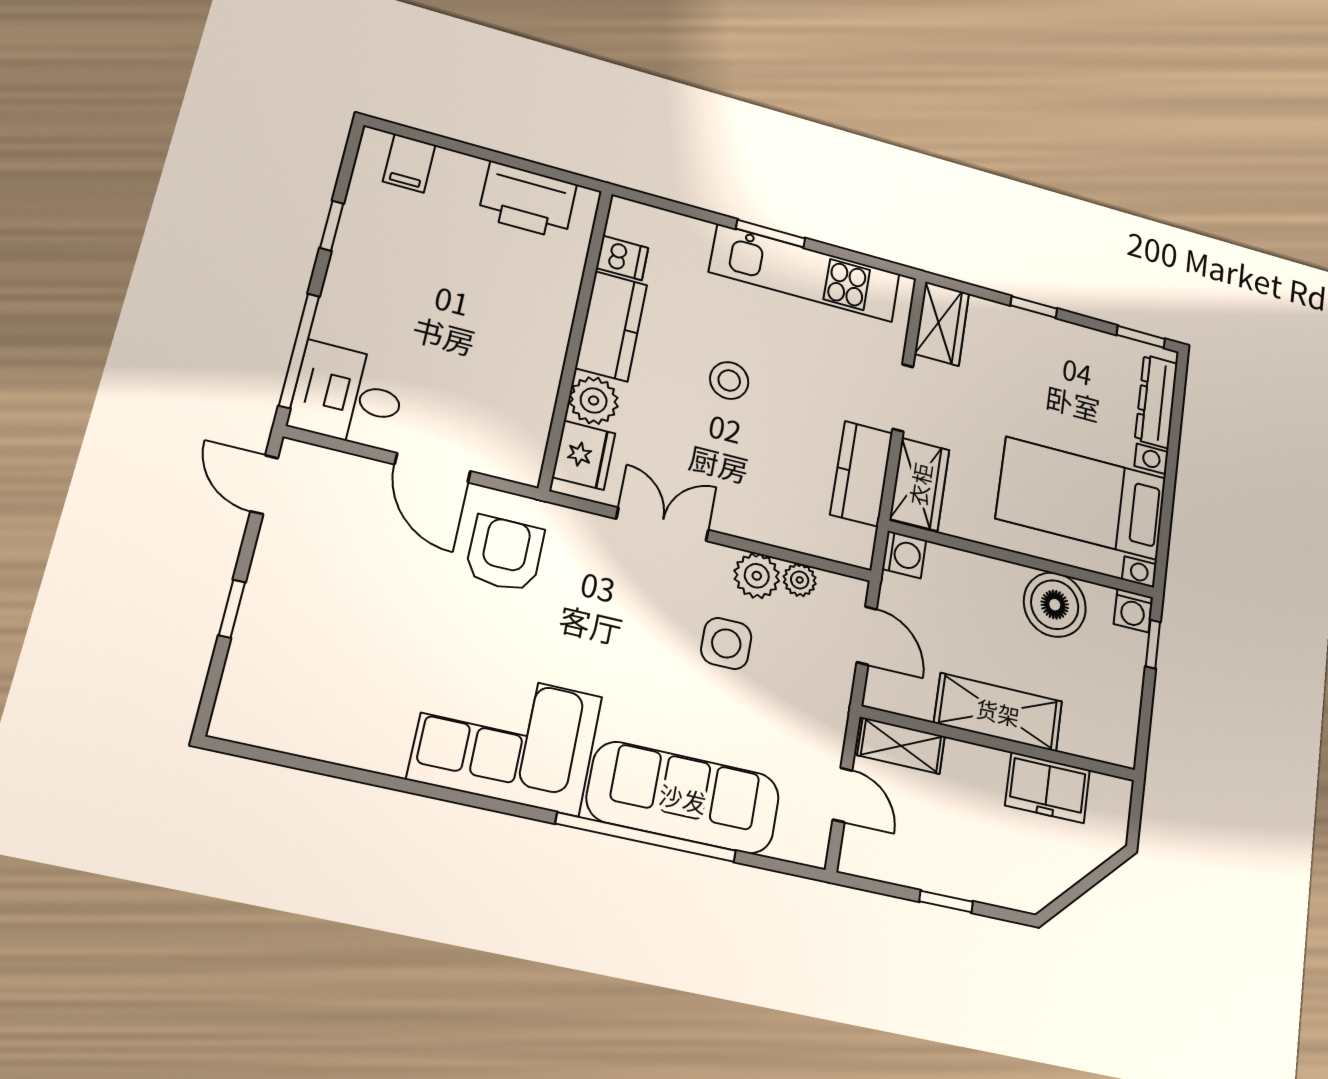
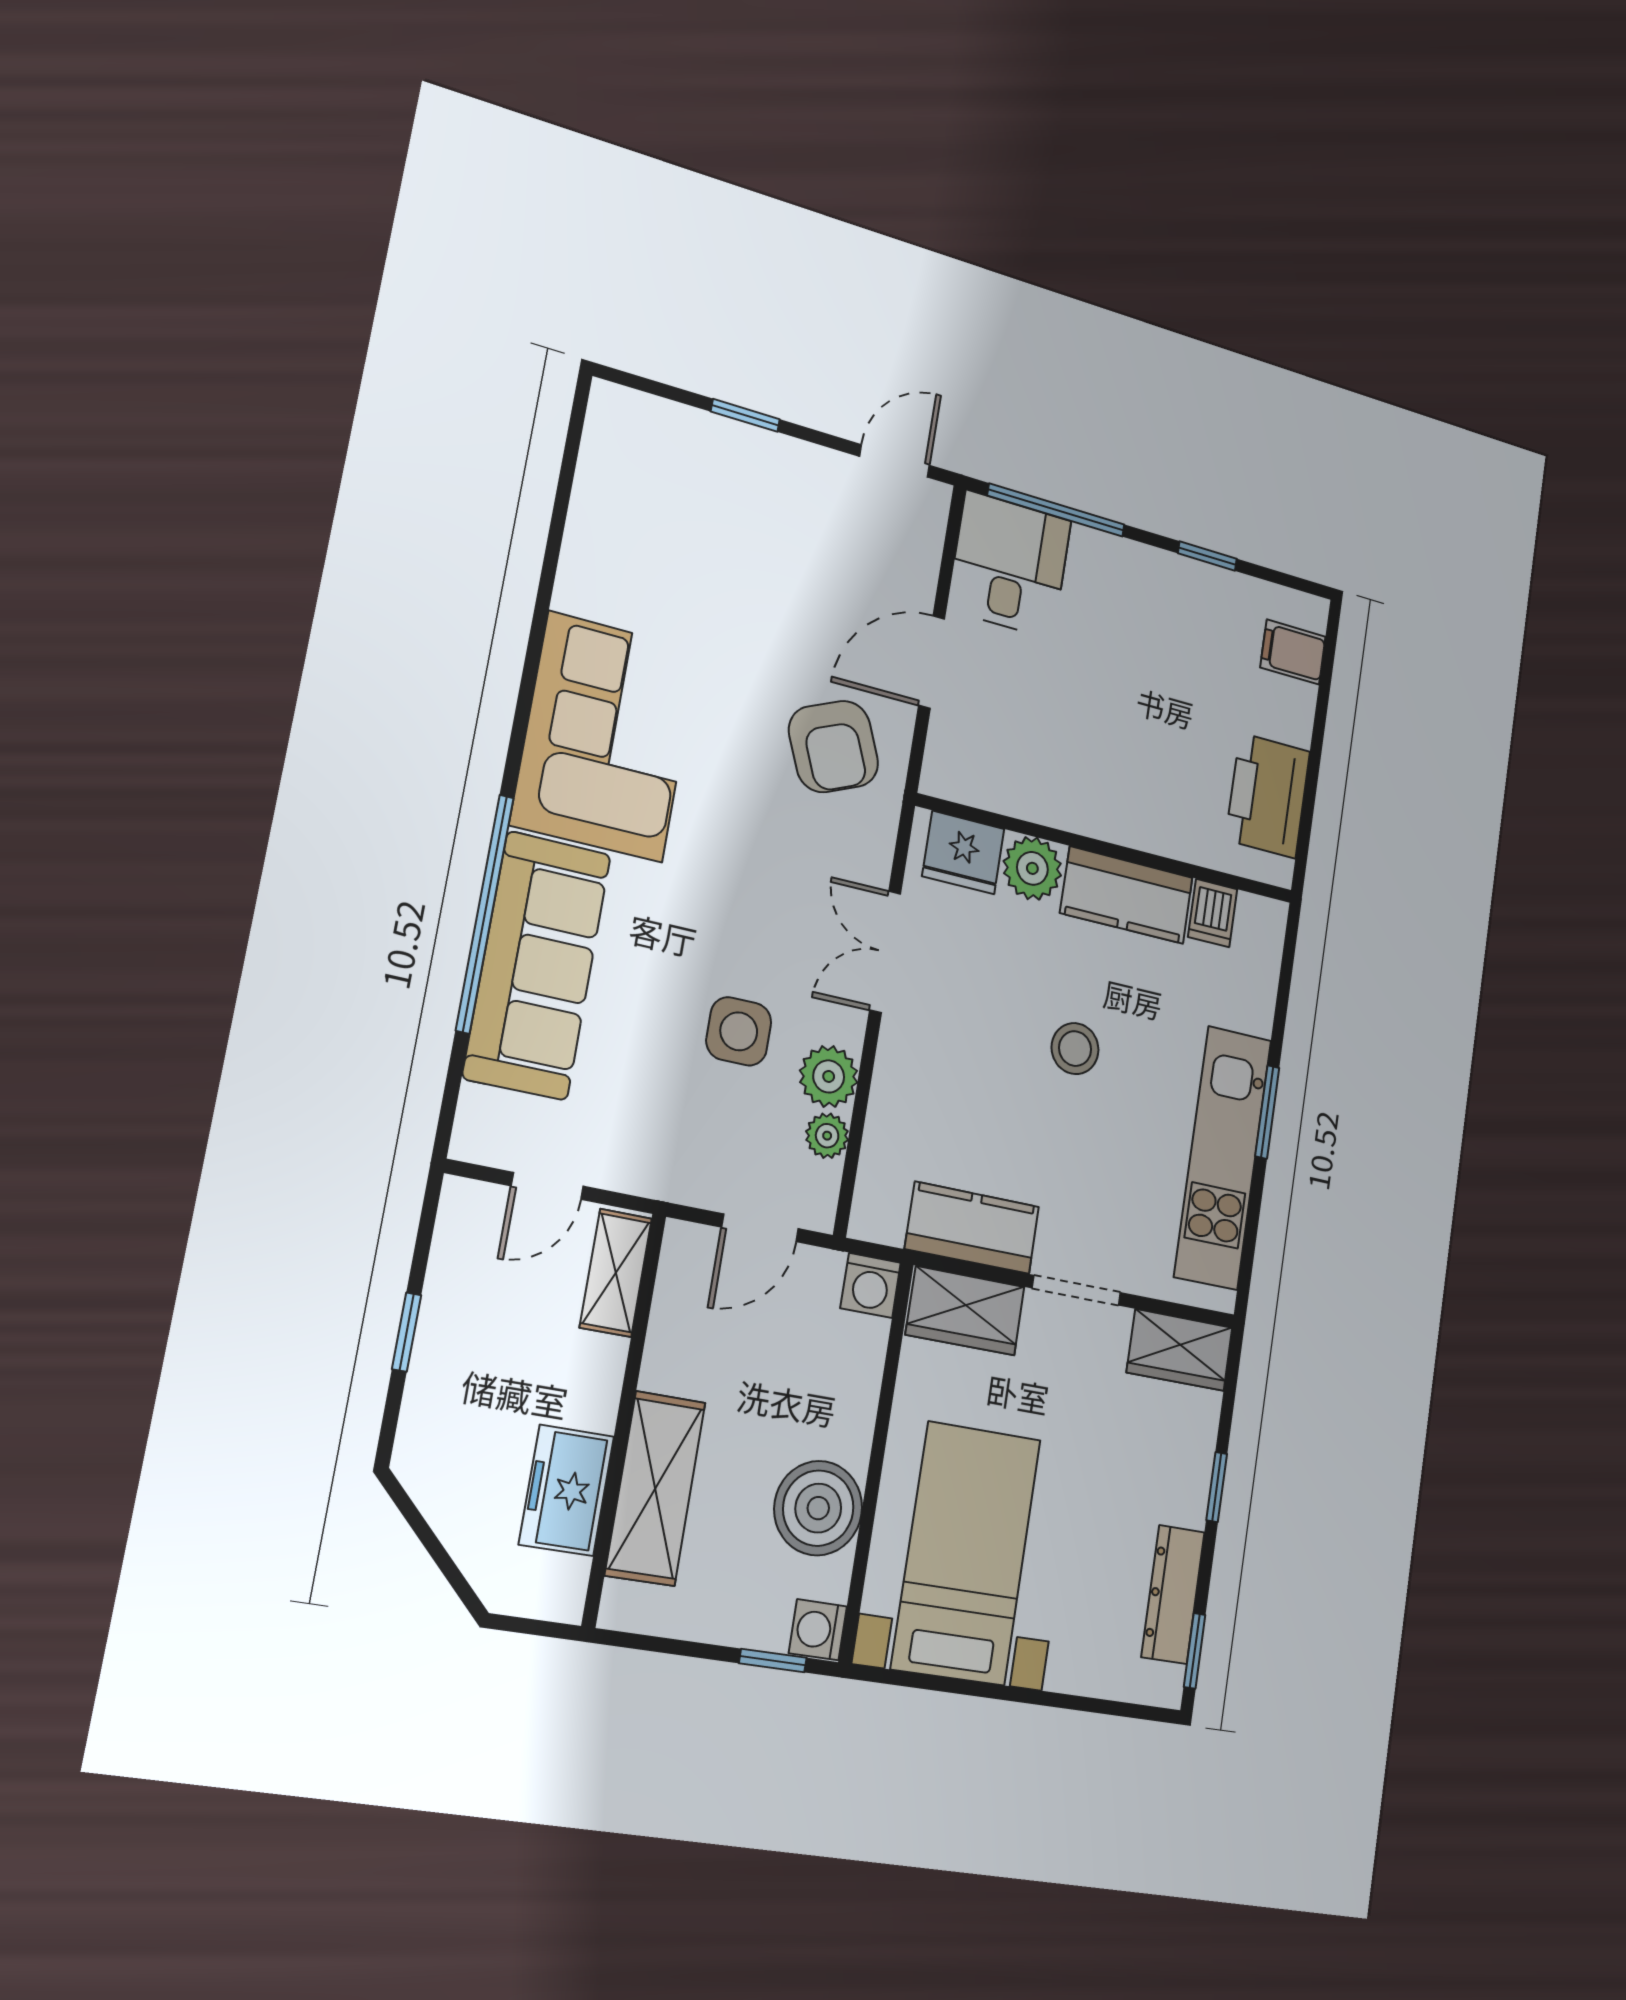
dresser: (1156, 401) -> (1173, 1594), moved, turned -90
double door: (663, 524) -> (885, 952), swing flipped
armchair: (505, 554) -> (834, 747), turned 67
shelving: (998, 712) -> (655, 1488), moved

